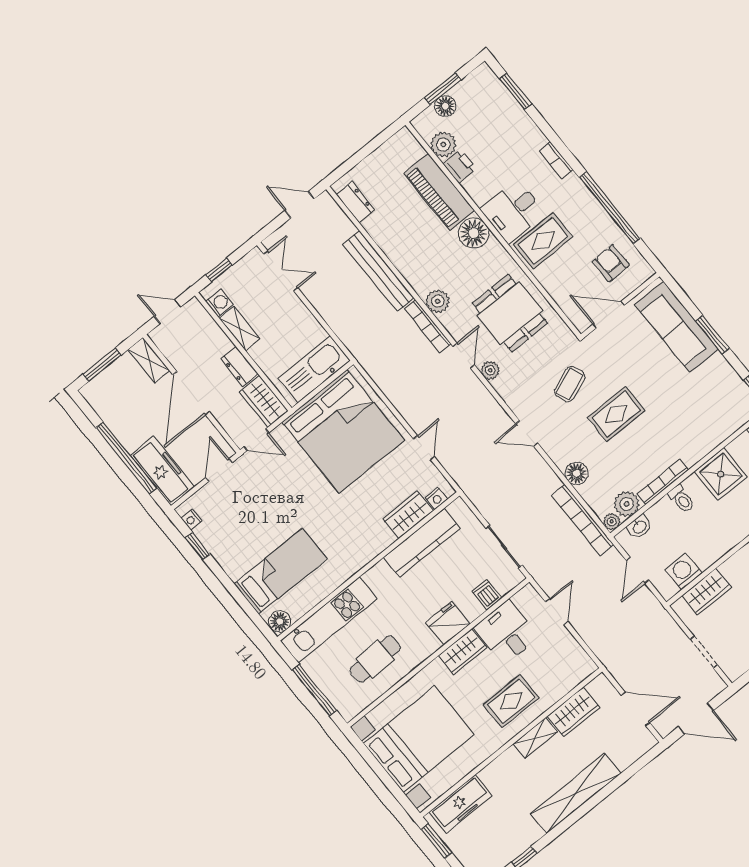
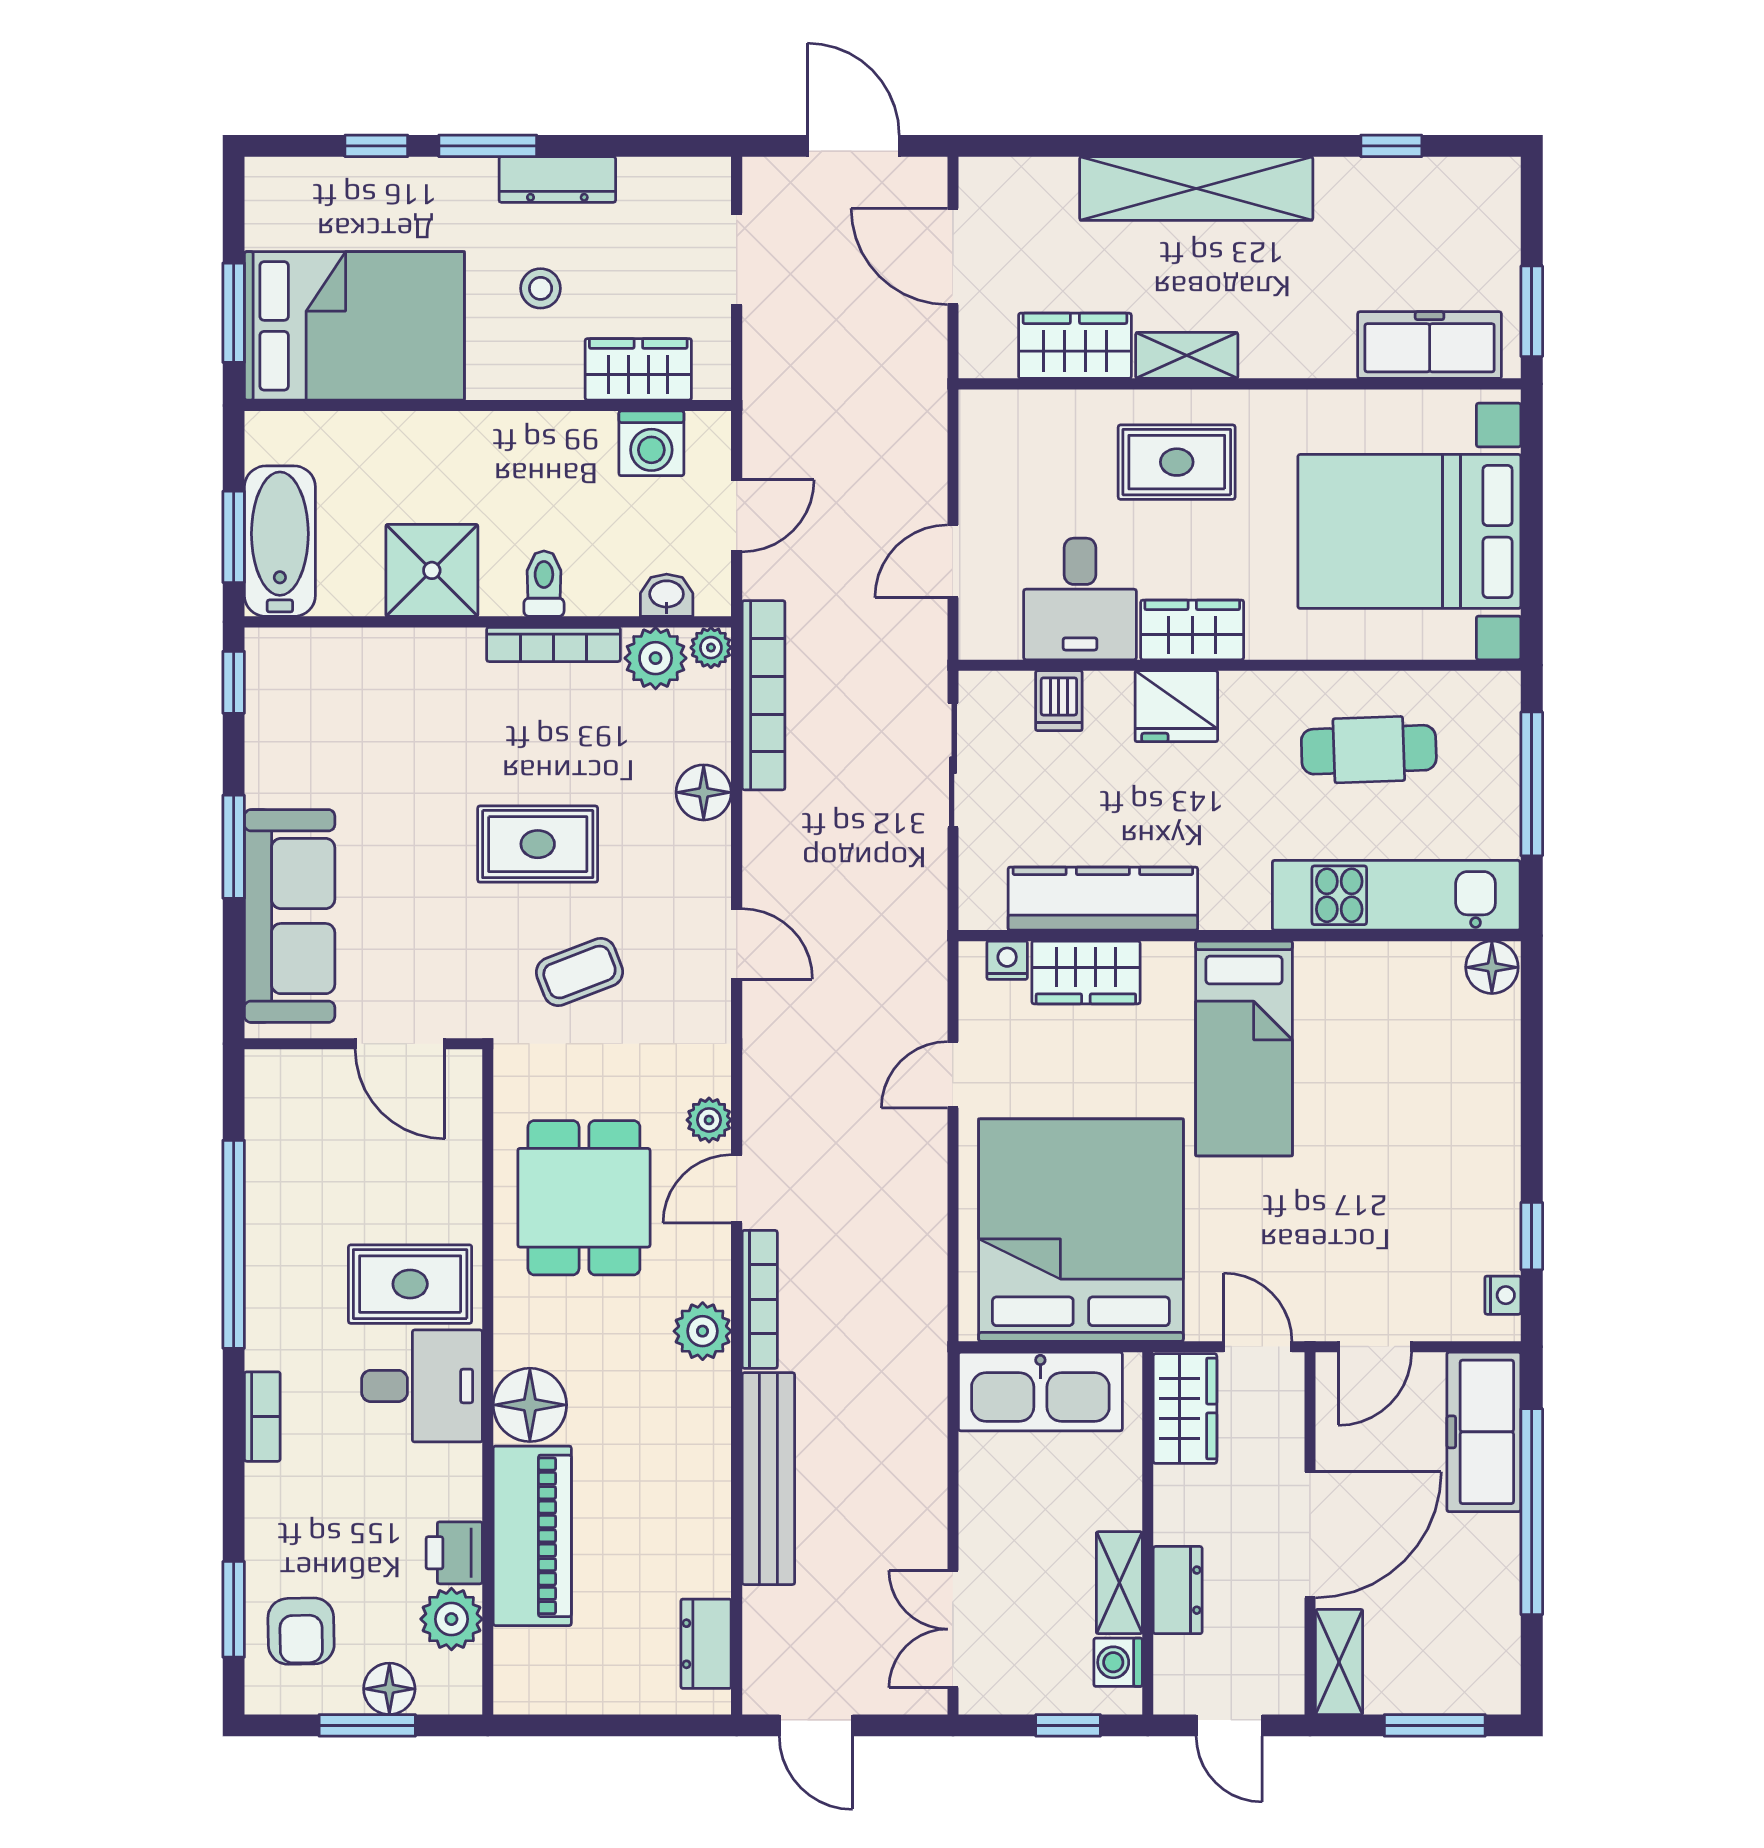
armchair: (611, 263) -> (301, 1631), moved
dresser: (239, 367) -> (1178, 1590), moved
bed: (281, 571) -> (1244, 1048), moved, turned -90

